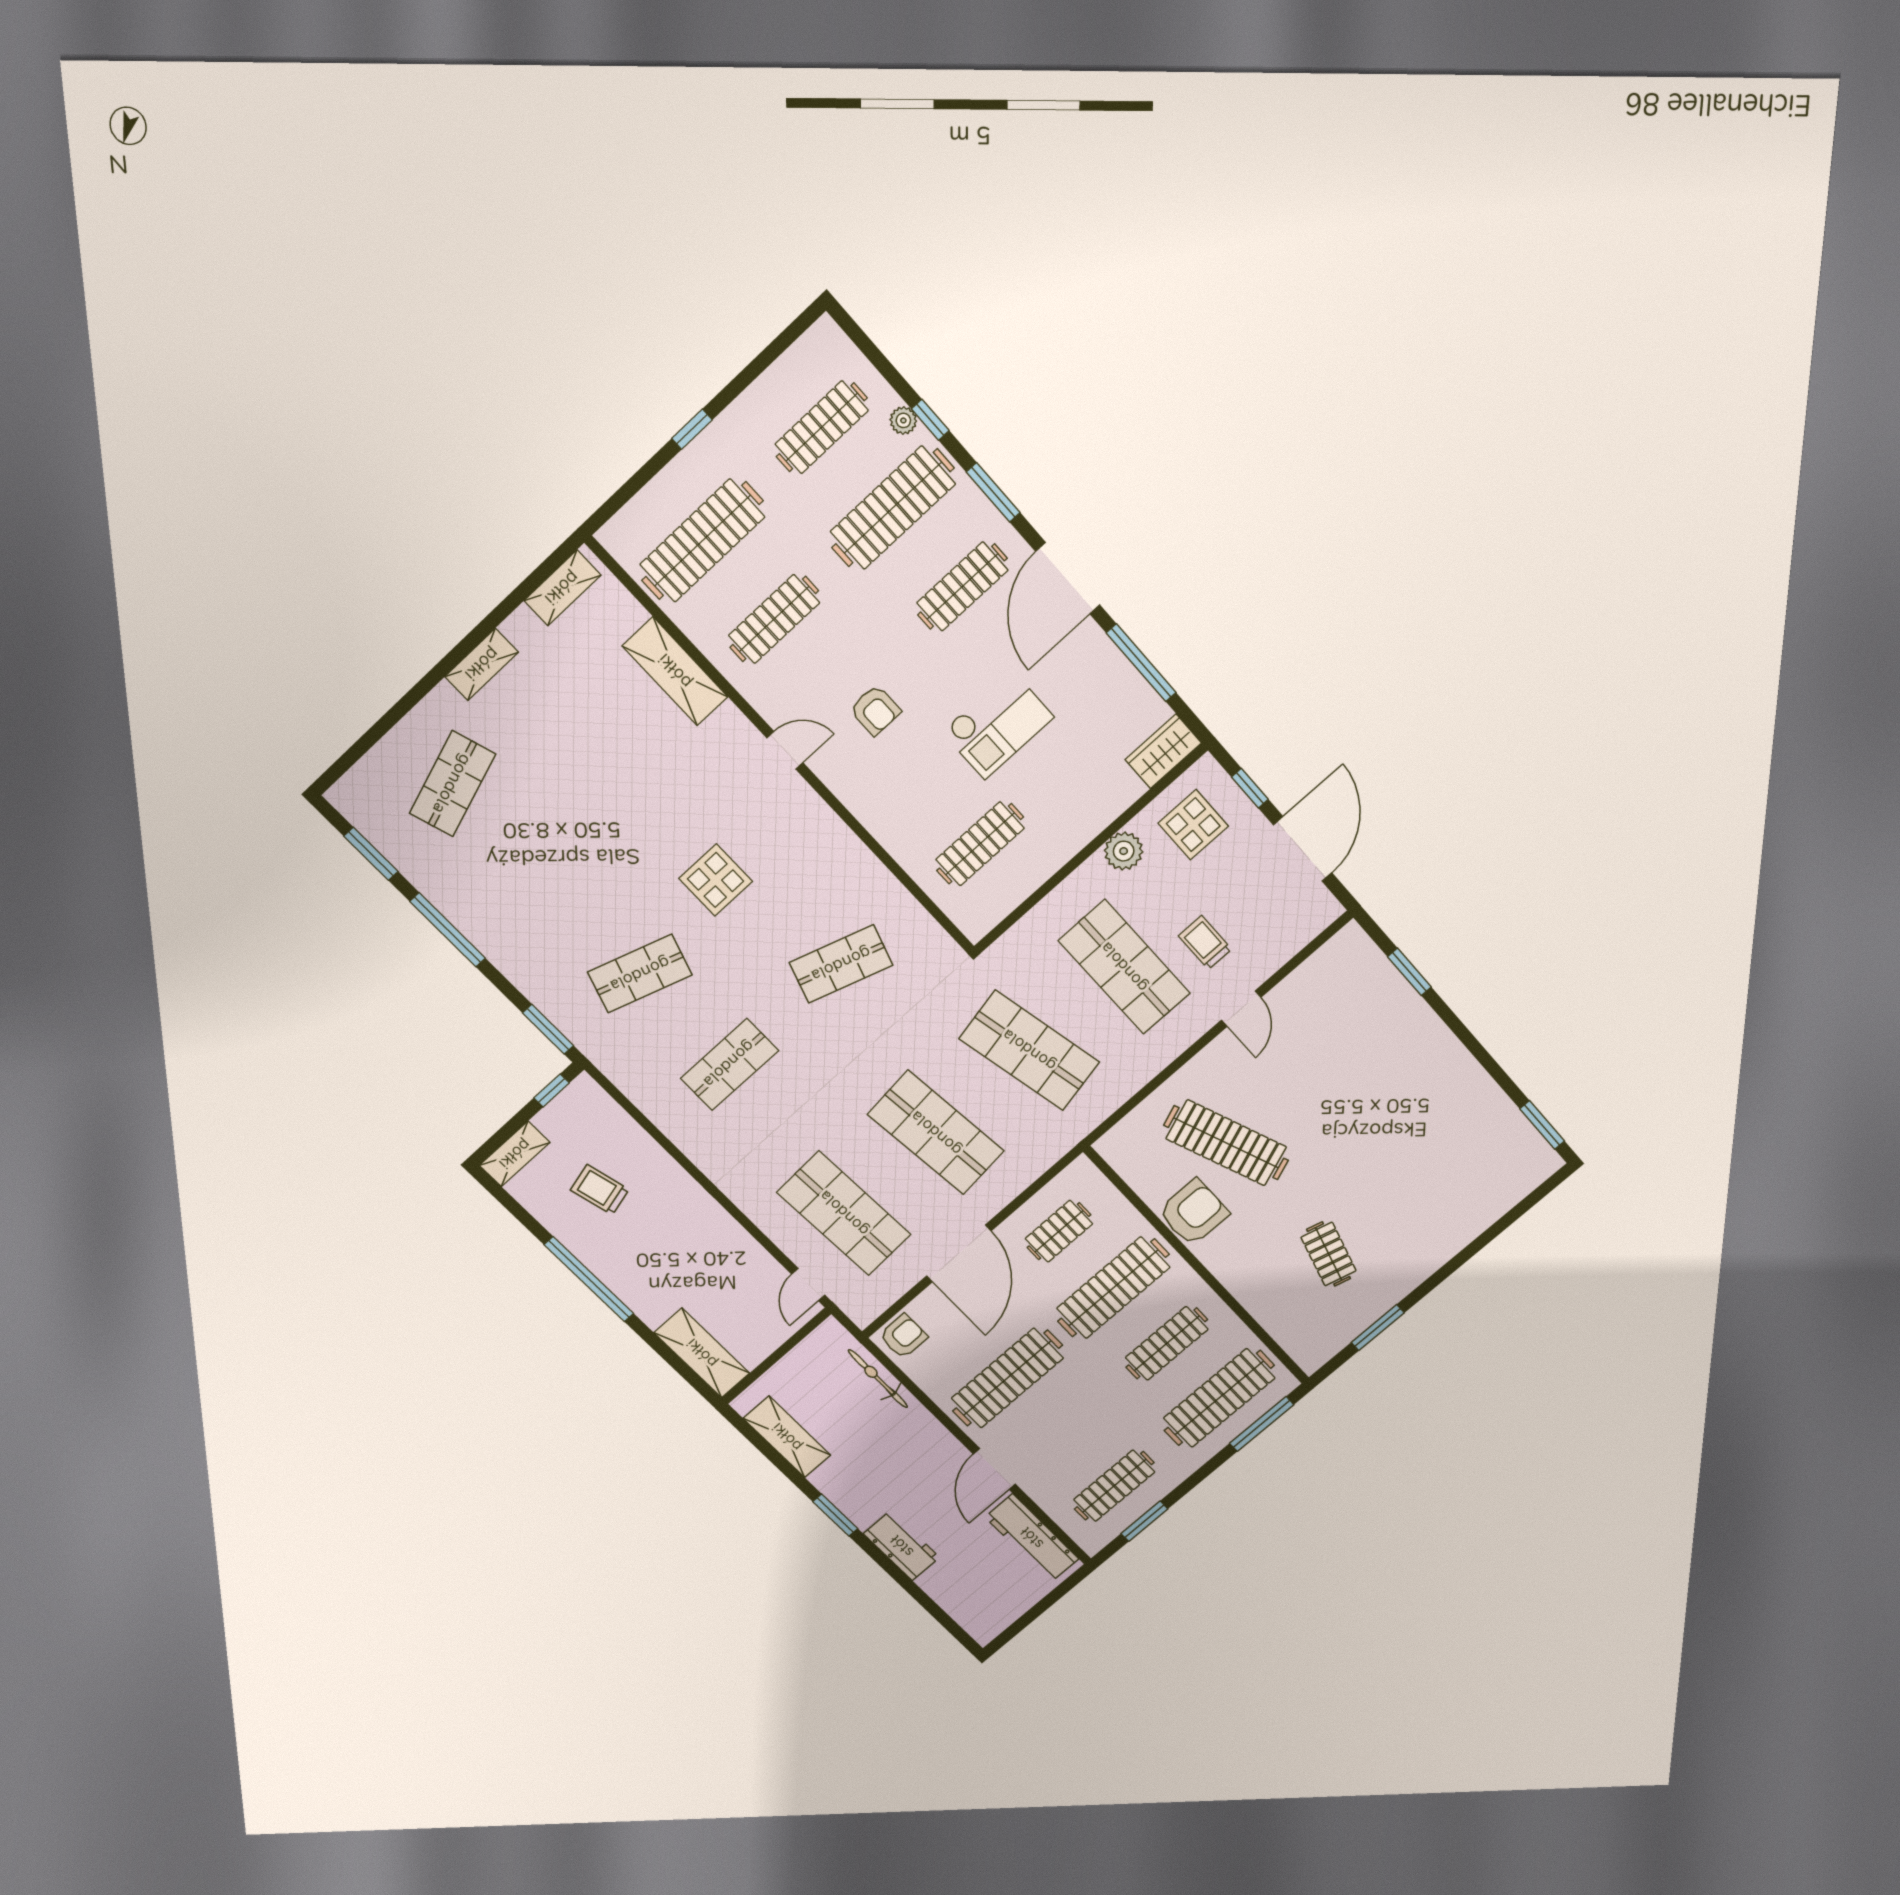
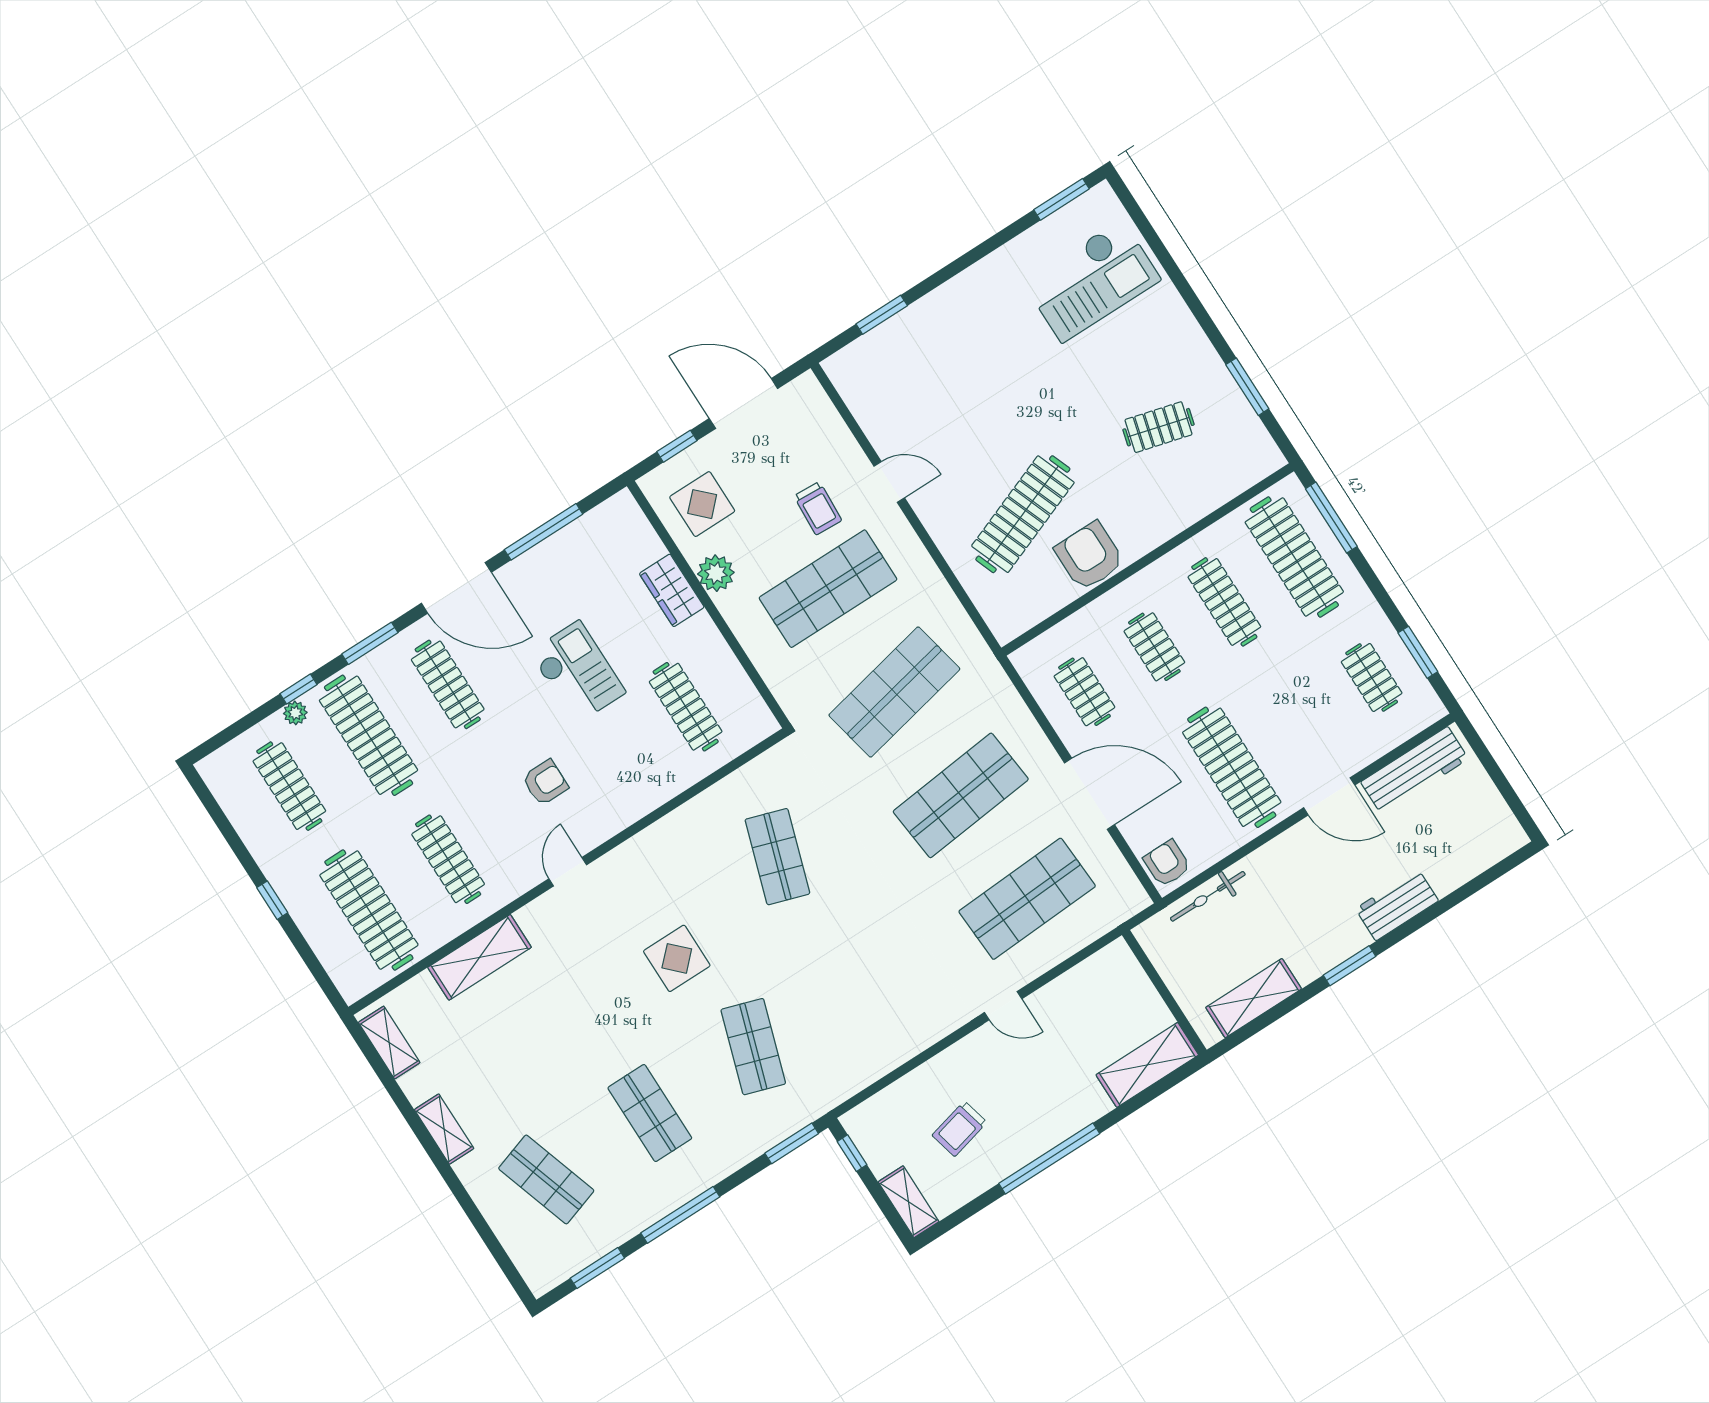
wardrobe: (1163, 751) -> (672, 590), moved
trolley: (1205, 943) -> (818, 508), turned -87
shop shelf: (729, 1064) -> (650, 1113), moved
checkout: (1465, 1167) -> (1092, 281), added
door: (808, 1285) -> (1003, 1006), moved
clothes rail: (1113, 1288) -> (1154, 647), width x0.54, depth x0.76
clothes rail: (1114, 1486) -> (1372, 677), width x0.73

